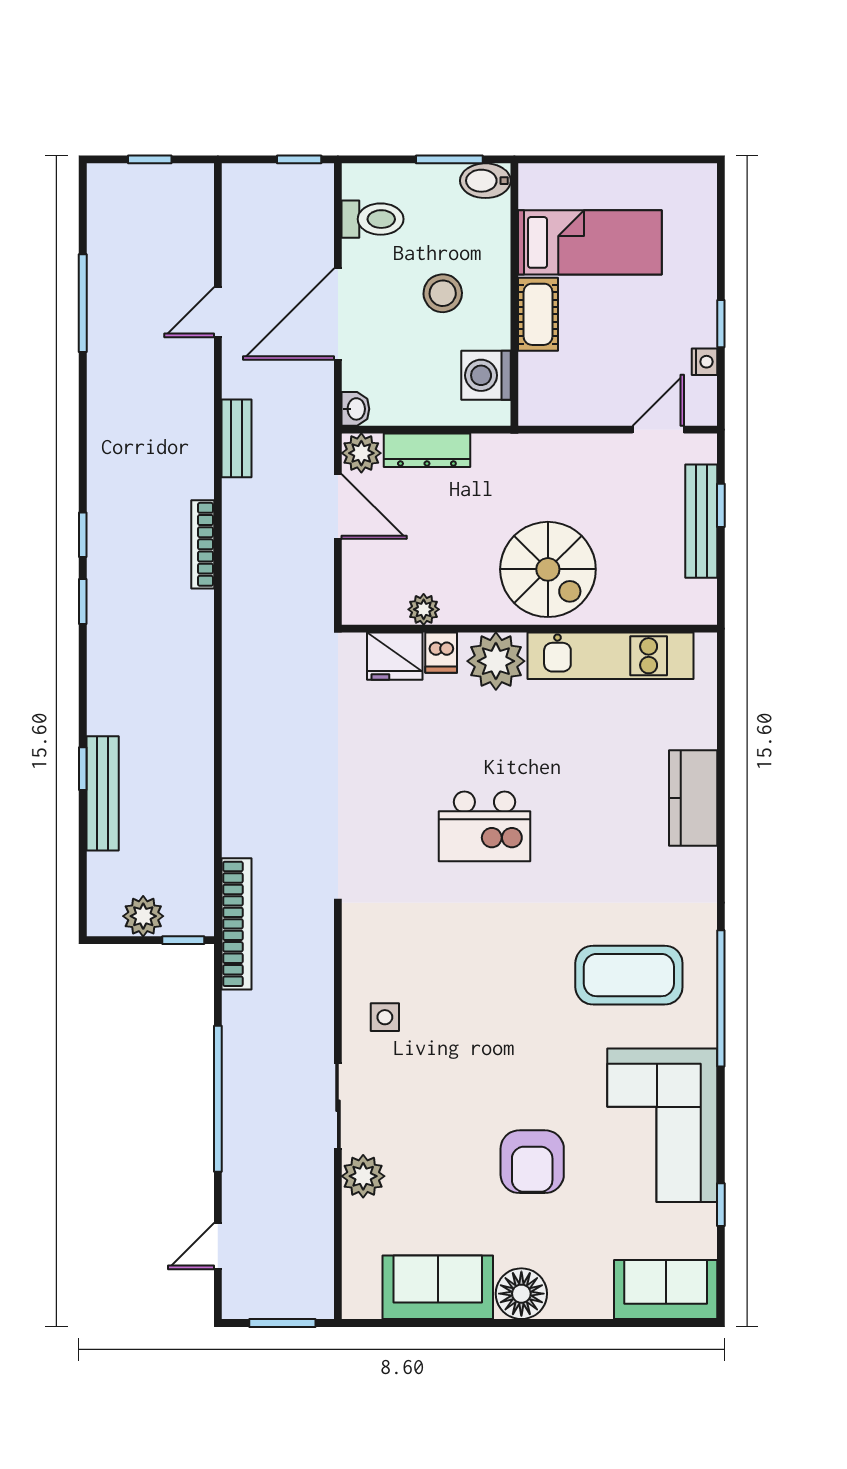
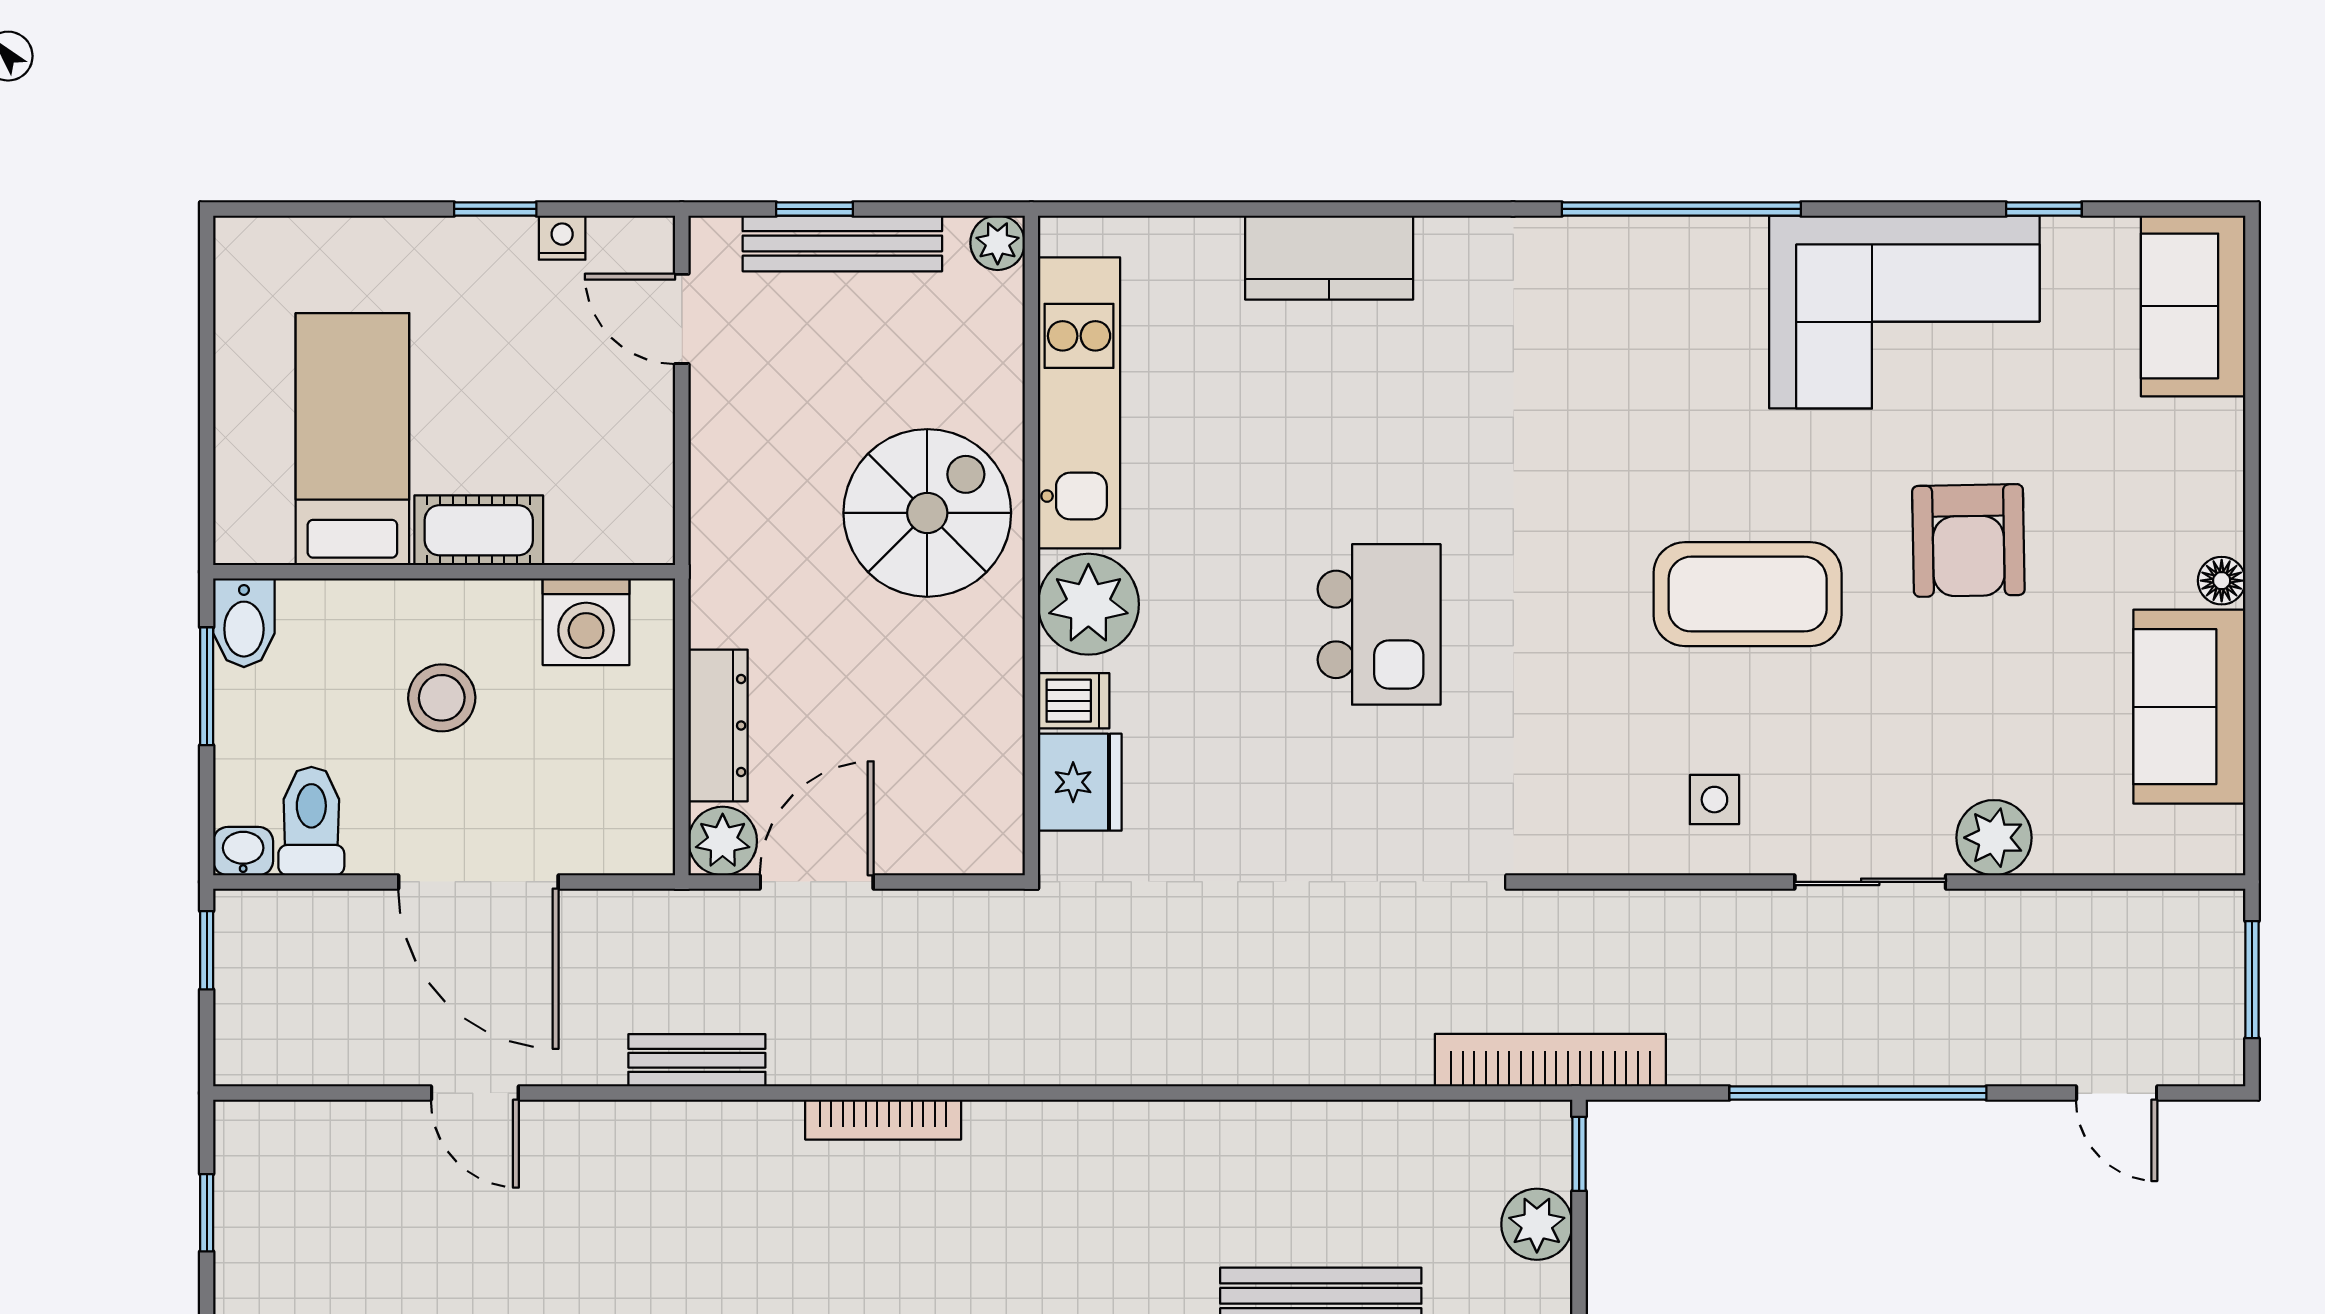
washbasin: (355, 409) -> (243, 851), moved
plant: (424, 609) -> (998, 243), moved
coffee table: (629, 975) -> (1748, 594), moved, turned 90
armchair: (532, 1162) -> (1968, 540), turned 89
floor lamp: (521, 1294) -> (2222, 581), width x0.53, depth x0.53

